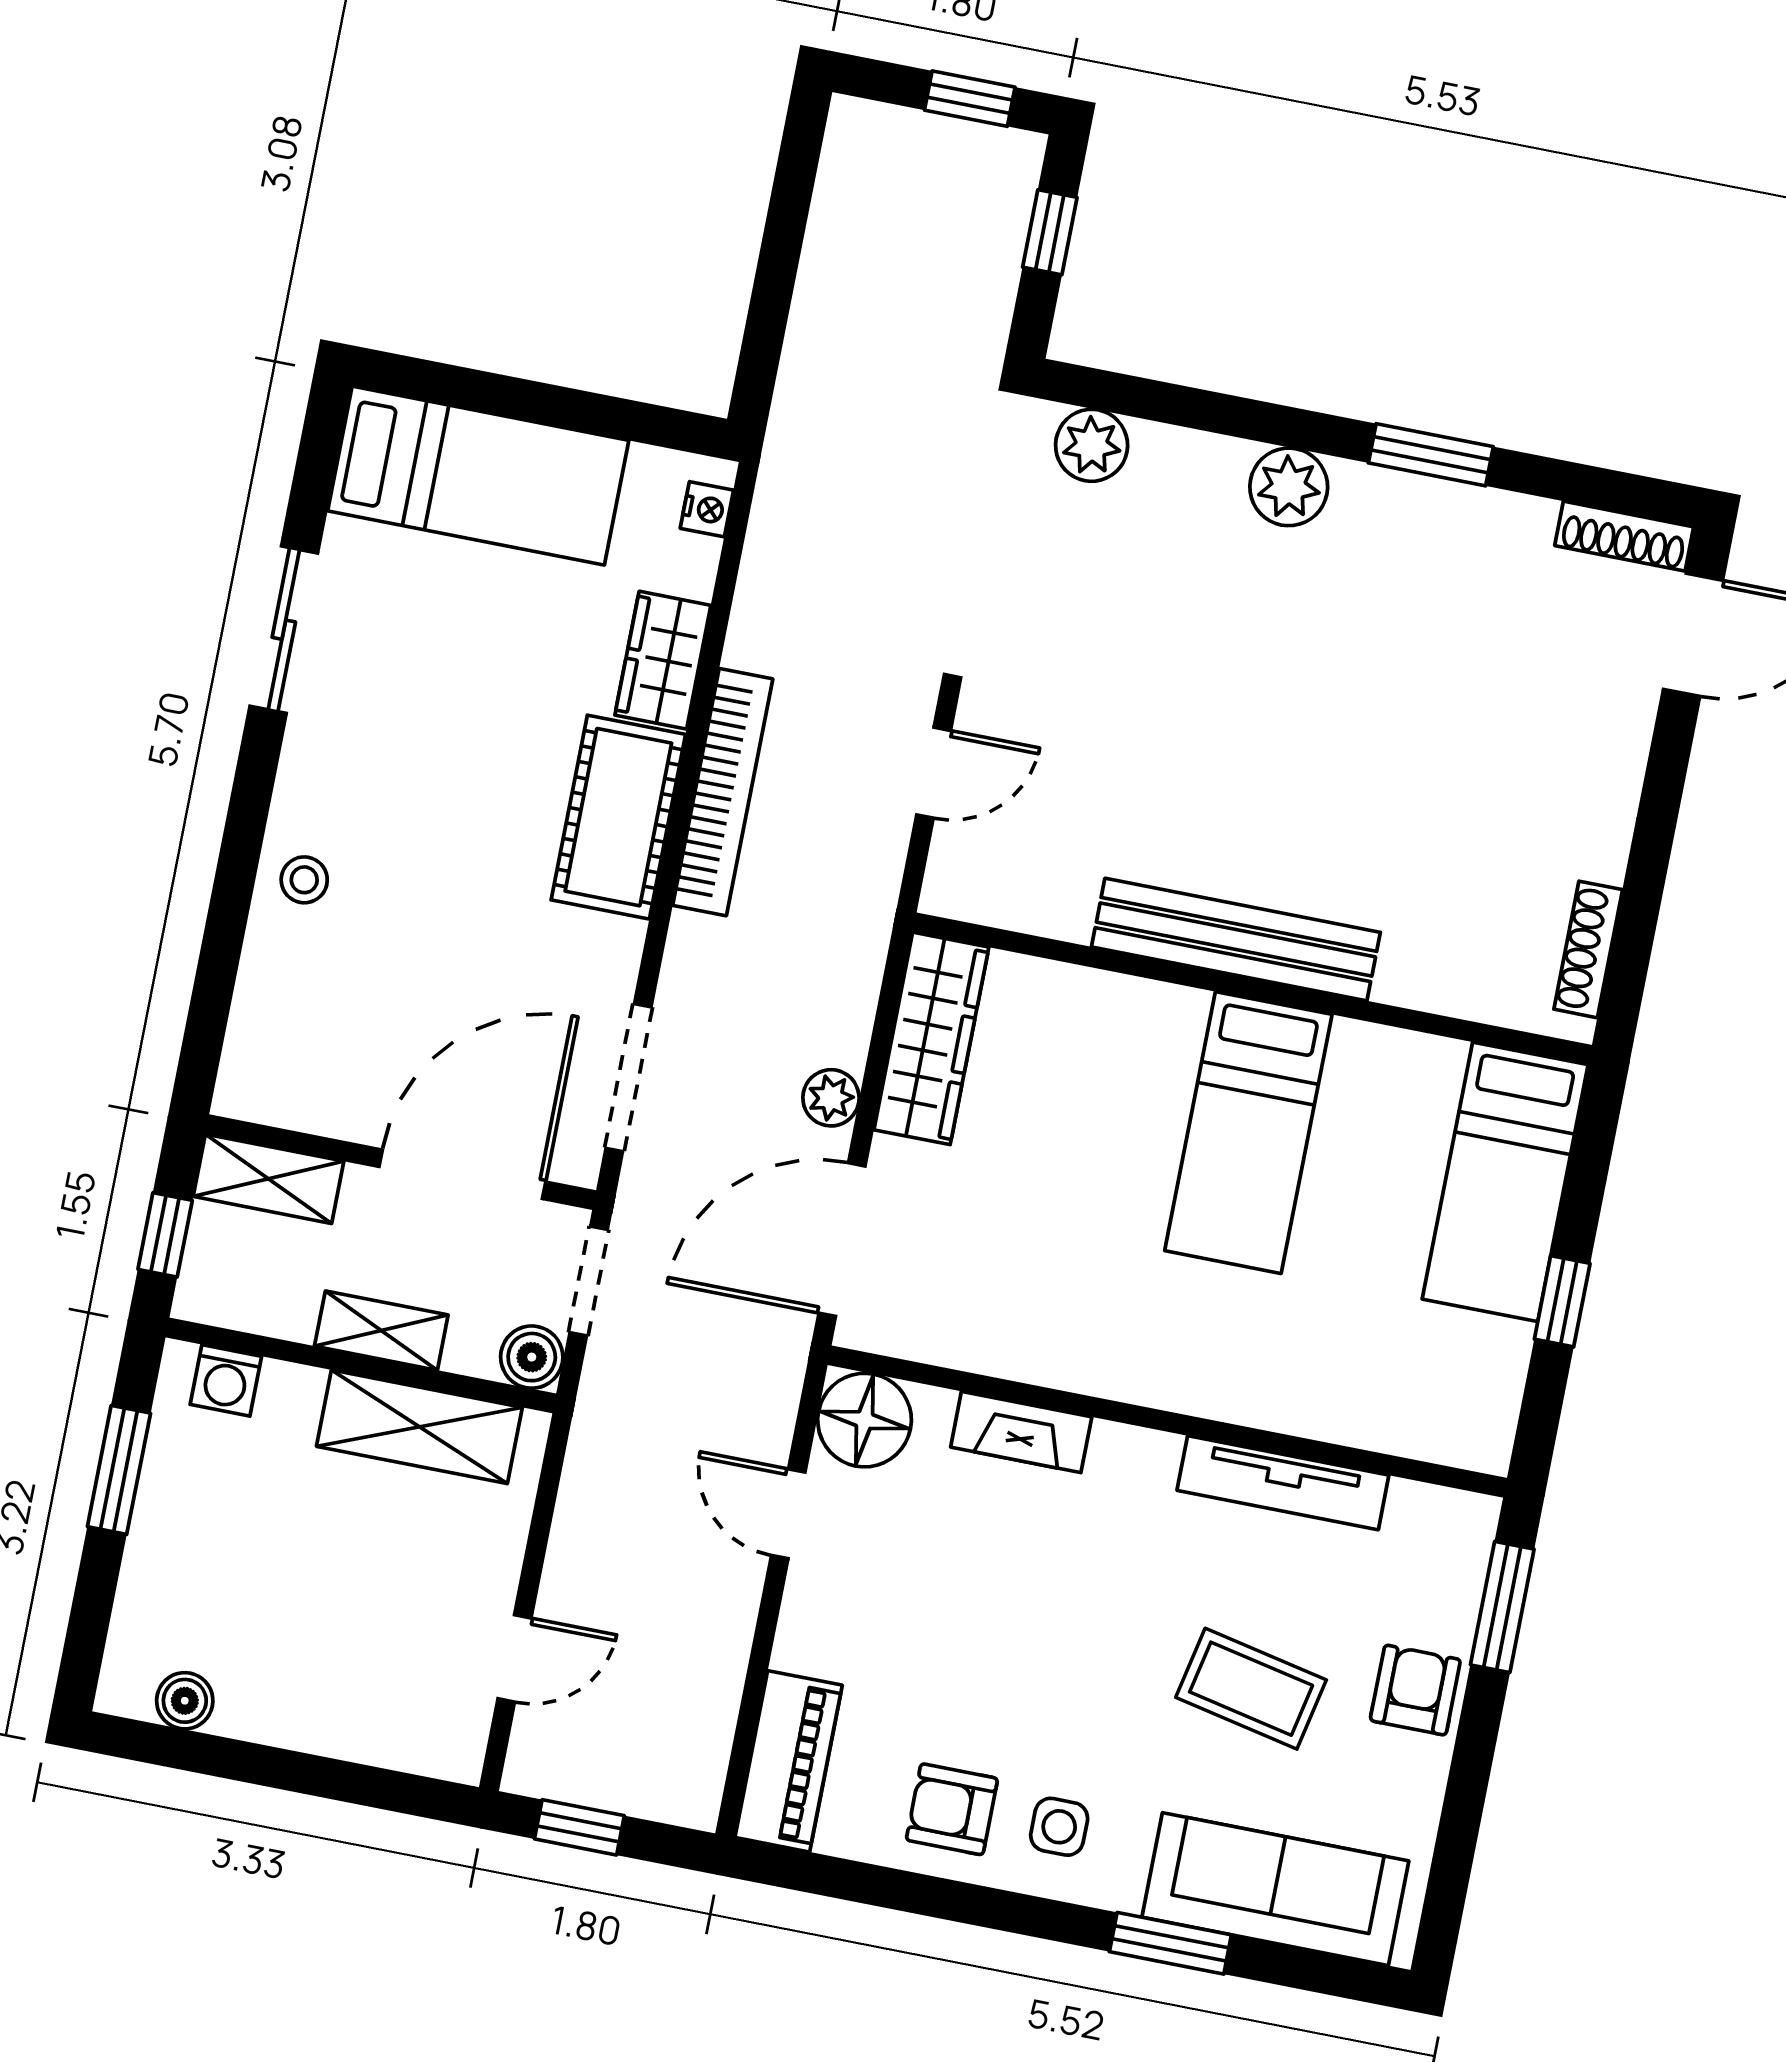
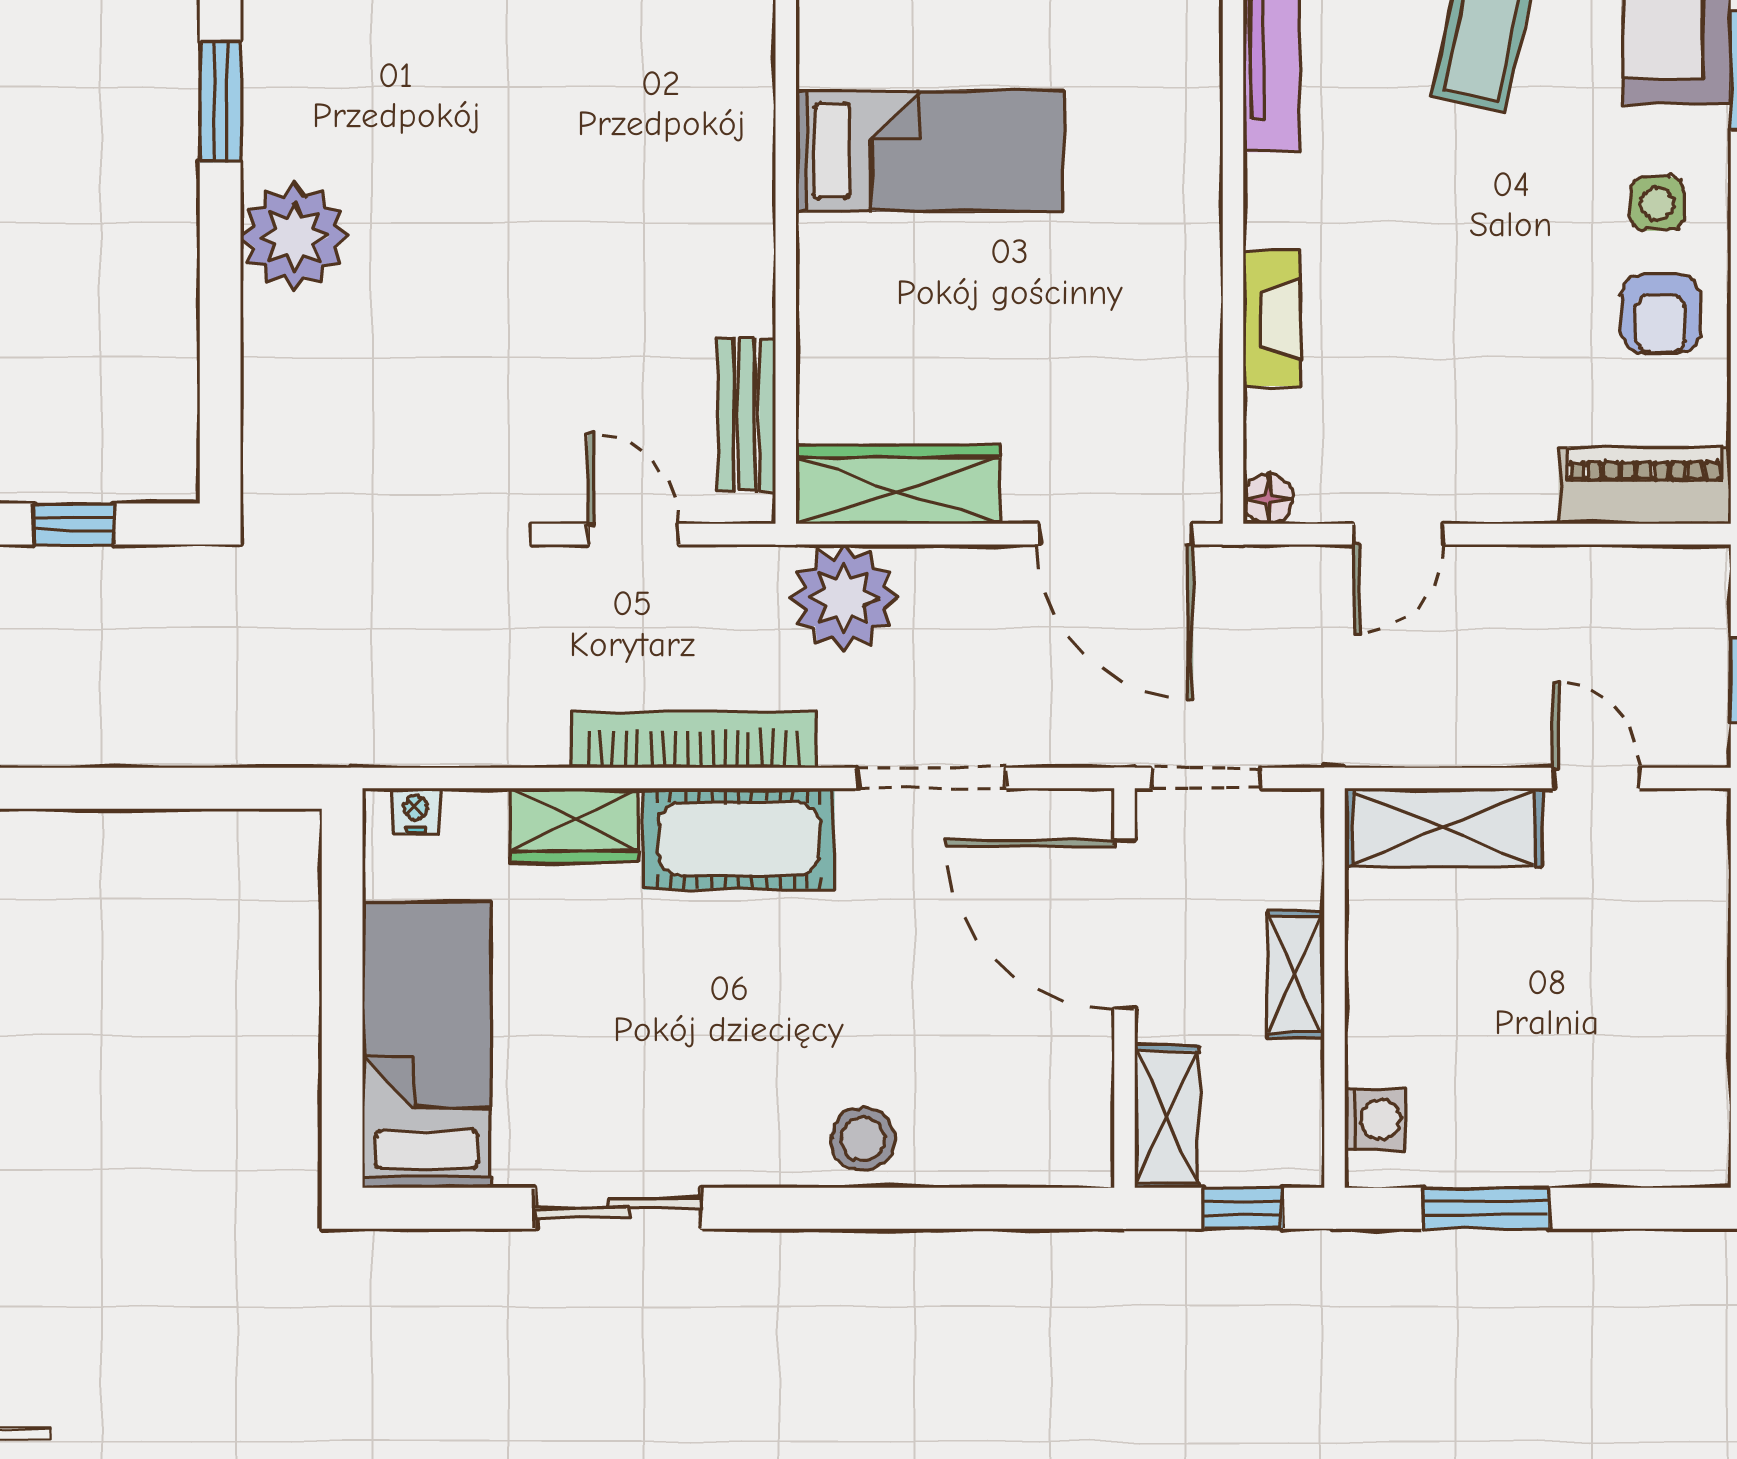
plant: (1092, 445) -> (277, 441), removed
plant: (1289, 487) -> (294, 237), width x1.36, depth x1.36
stool: (304, 880) -> (863, 1139), width x1.37, depth x1.37
bench: (1236, 940) -> (747, 414), moved, width x0.54, depth x0.82
doorway: (629, 1078) -> (931, 778), moved
plant: (831, 1098) -> (844, 598), moved, width x1.87, depth x1.87
boiler: (532, 1357) -> (1293, 820), removed
floor lamp: (865, 1420) -> (1268, 499), width x0.53, depth x0.53
shelving: (419, 1427) -> (1443, 828), moved, turned 90
boiler: (185, 1701) -> (1702, 1098), removed

